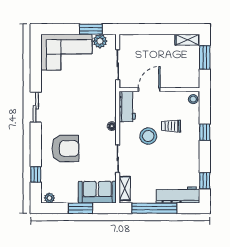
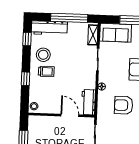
door: (149, 90) -> (70, 115), swing flipped
armchair: (84, 104) -> (124, 105), added
trolley: (171, 126) -> (46, 71), moved
stool: (148, 136) -> (43, 55), moved

